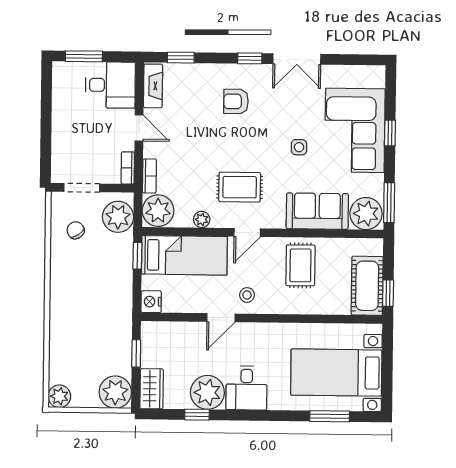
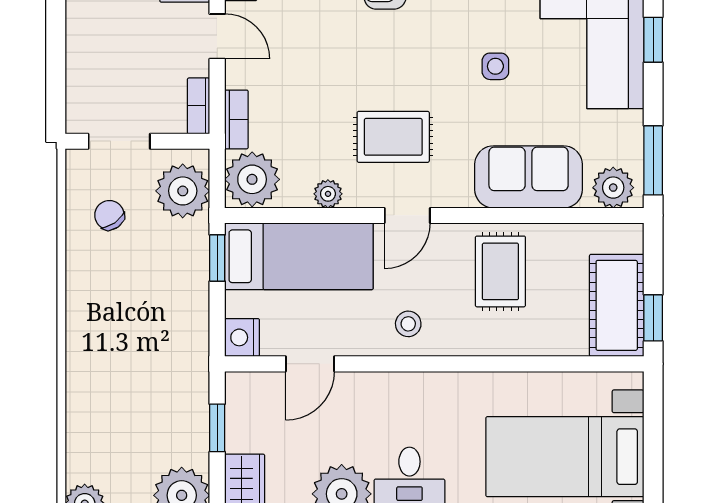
plant: (366, 214) -> (613, 188), width x0.73, depth x0.73
door: (221, 318) -> (310, 364), moved

